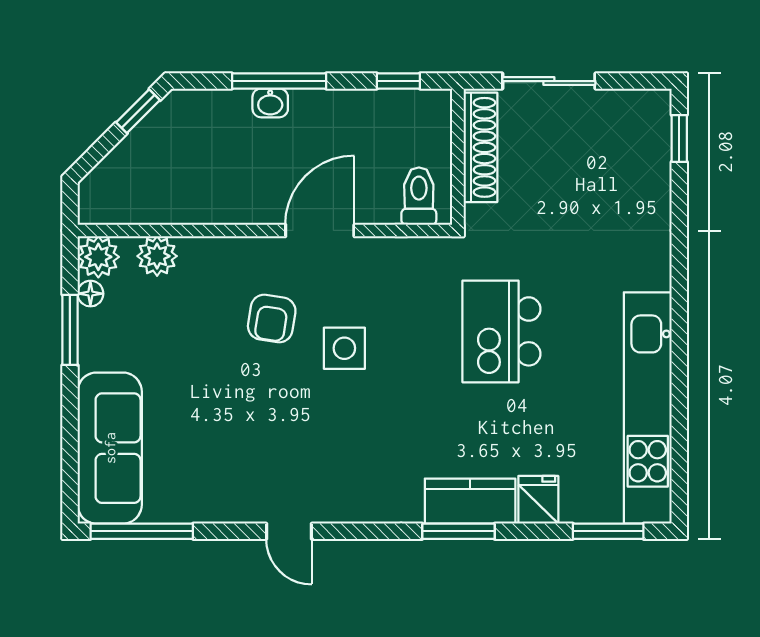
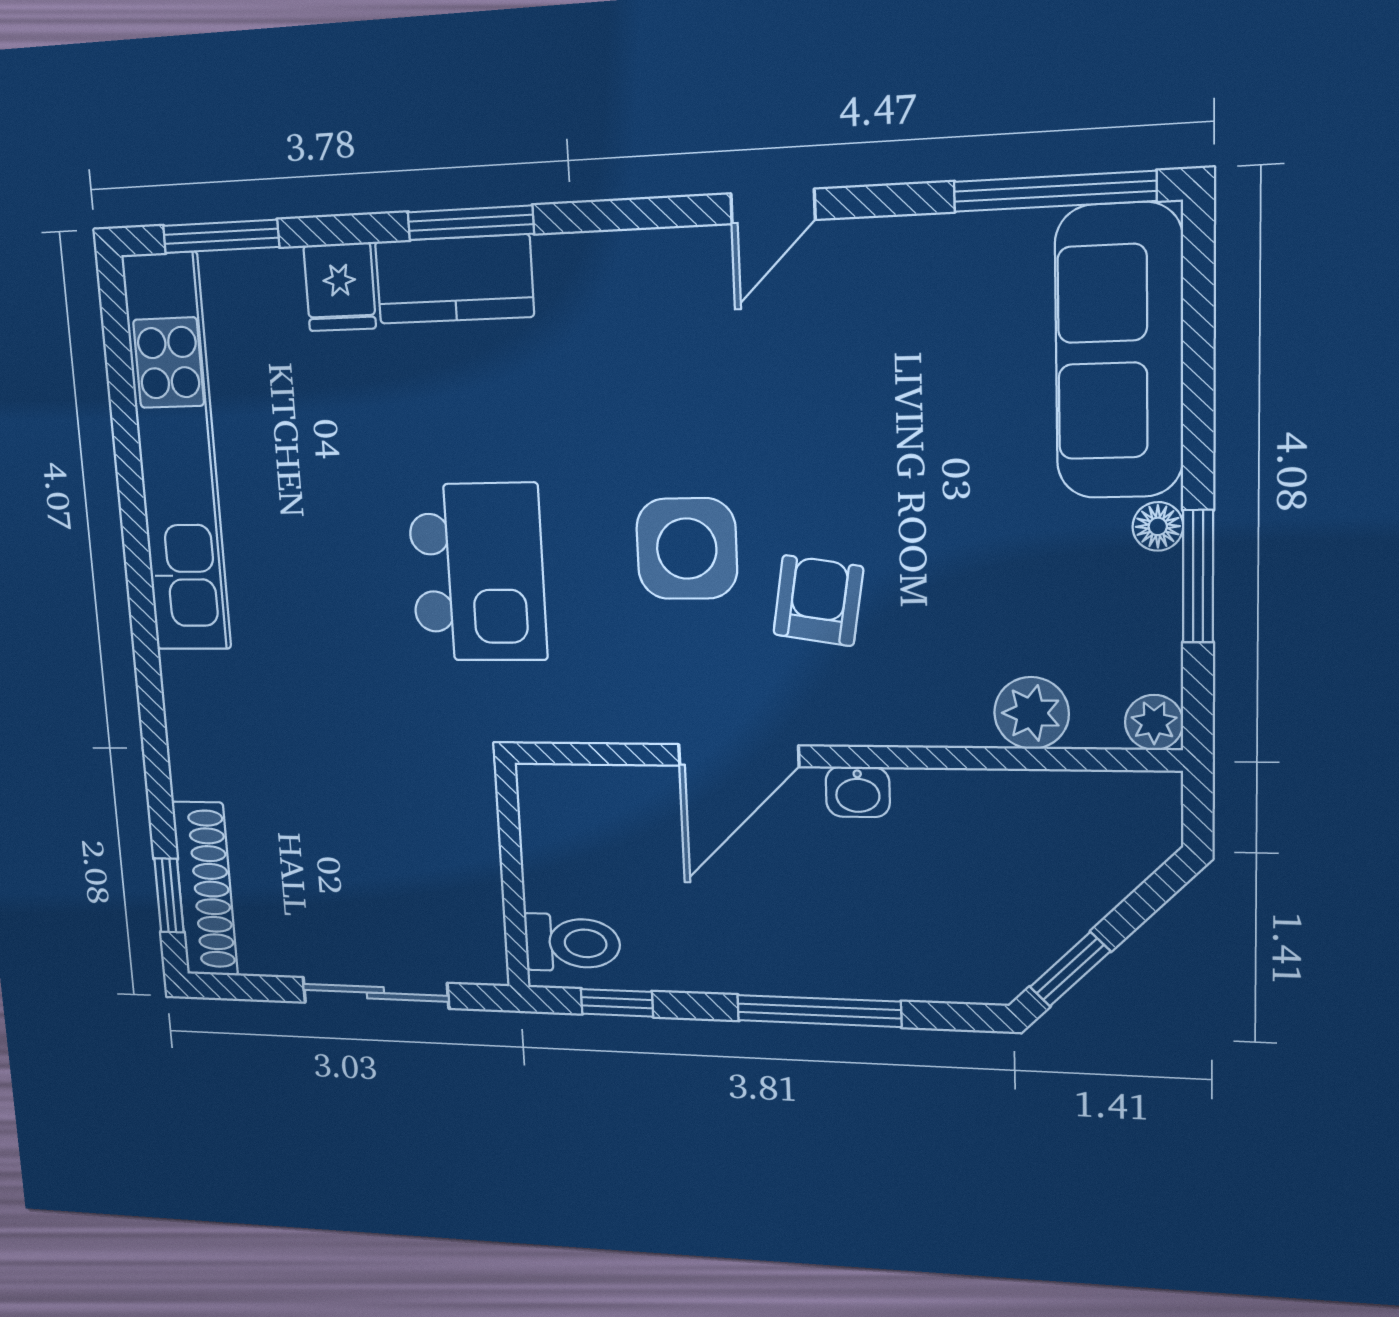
washbasin: (270, 103) -> (858, 792), moved, turned 180
shoe rack: (480, 147) -> (205, 889), moved, turned 180
toilet: (419, 196) -> (572, 943), moved, turned -90
plant: (98, 257) -> (1154, 722), width x0.73, depth x0.73
floor lamp: (90, 294) -> (1158, 526), moved
kitchen island: (501, 331) -> (477, 572), moved
side table: (344, 348) -> (687, 549), width x1.37, depth x1.37
door: (289, 531) -> (773, 206), swing flipped

